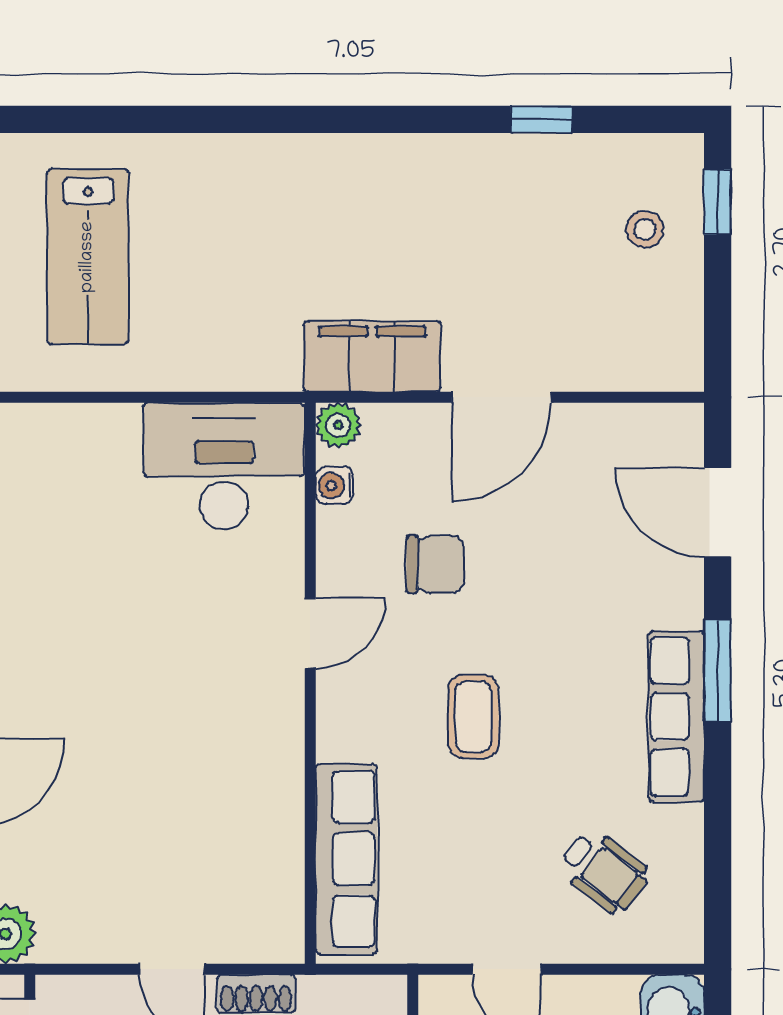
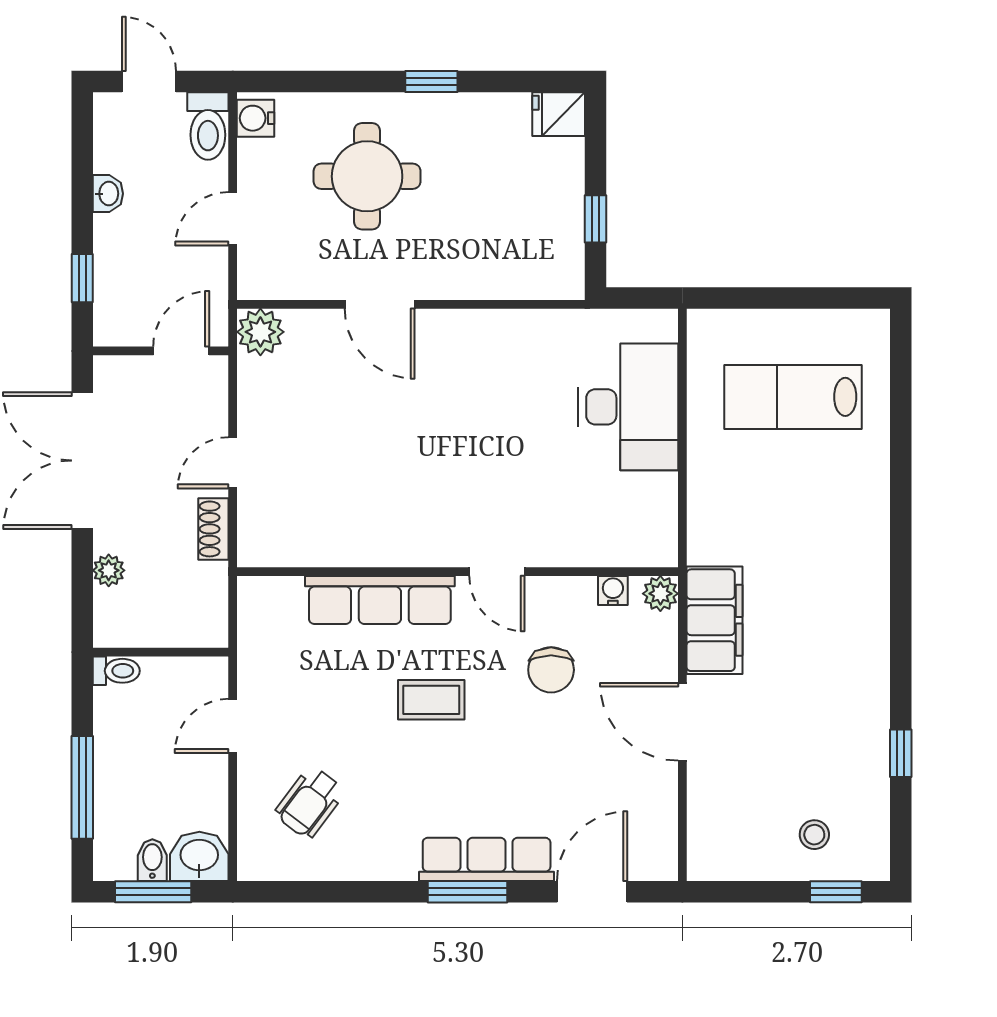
desk: (224, 466) -> (628, 407), moved
row of seats: (676, 717) -> (487, 859), moved
row of seats: (346, 859) -> (380, 600), moved

